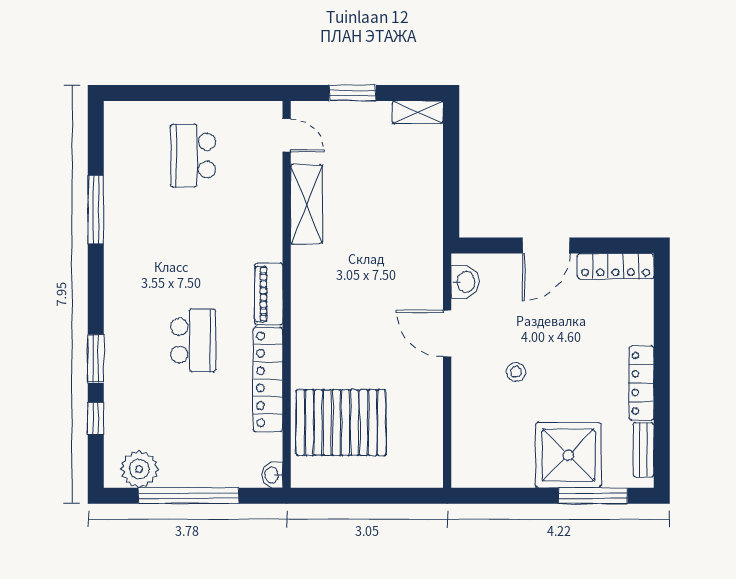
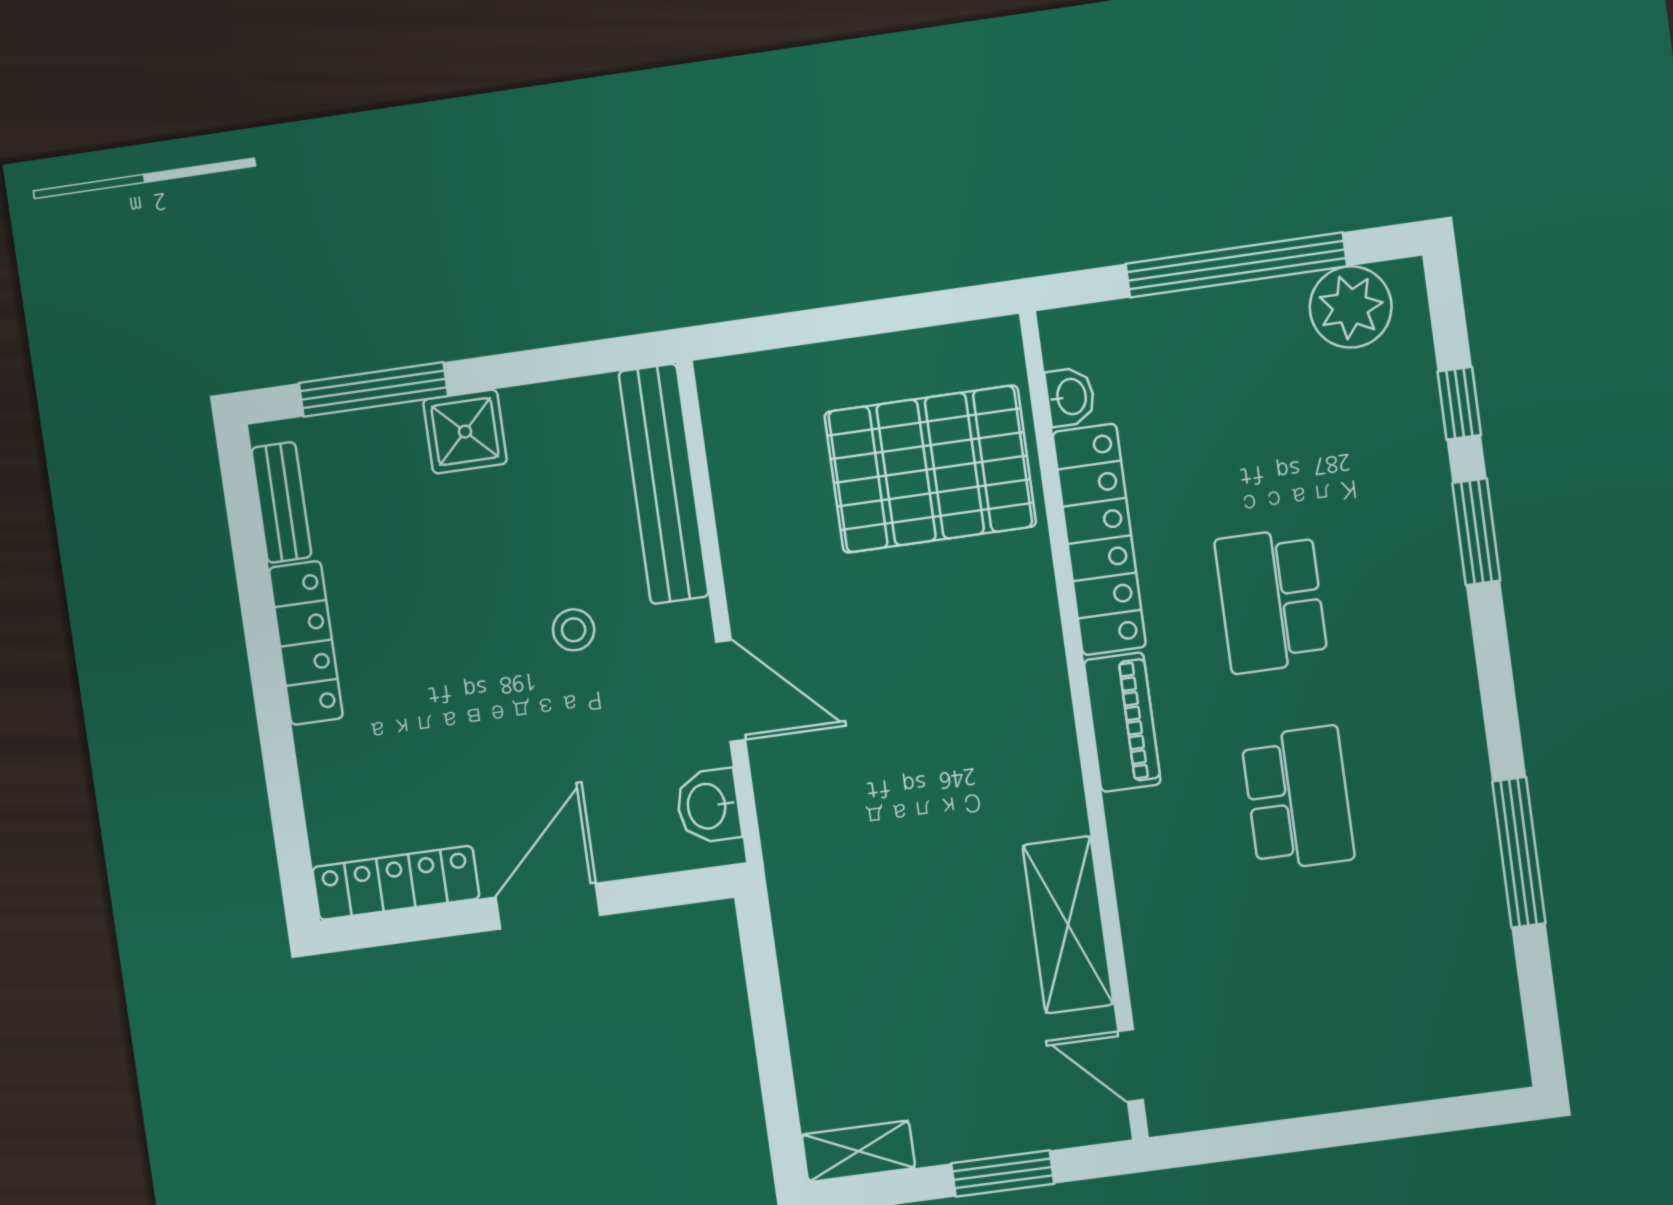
school desk: (193, 156) -> (1298, 798), moved
bench: (465, 433) -> (664, 484), added
shower: (568, 455) -> (465, 432), width x0.54, depth x0.54
washbasin: (272, 475) -> (1070, 397), moved

